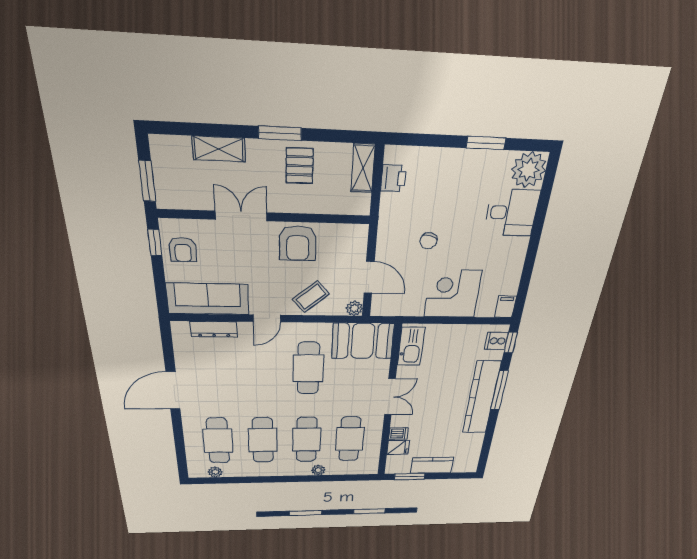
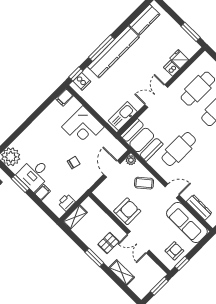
filing cabinet: (441, 161) -> (42, 192), added
pallet: (300, 166) -> (108, 243), moved
desk: (512, 213) -> (34, 174), moved, turned -90
kitchen counter: (432, 465) -> (144, 20), moved, turned -90

